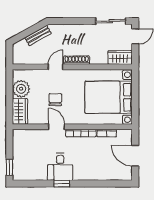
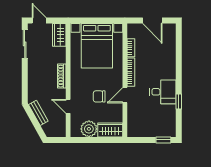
door: (55, 67) -> (68, 106), moved
door: (135, 156) -> (152, 21), hinge flipped
window: (62, 184) -> (179, 101), moved

